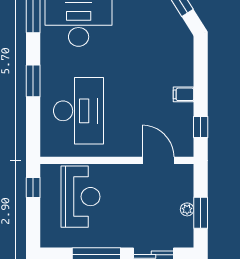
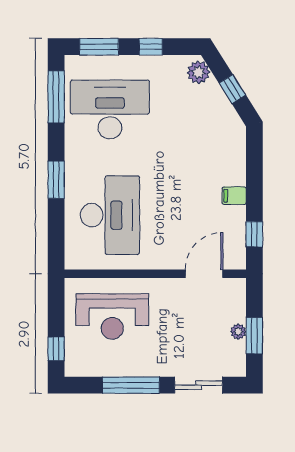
door: (158, 160) -> (204, 274), hinge flipped
window: (33, 188) -> (56, 349), moved
reception desk: (80, 197) -> (112, 317), turned 90

